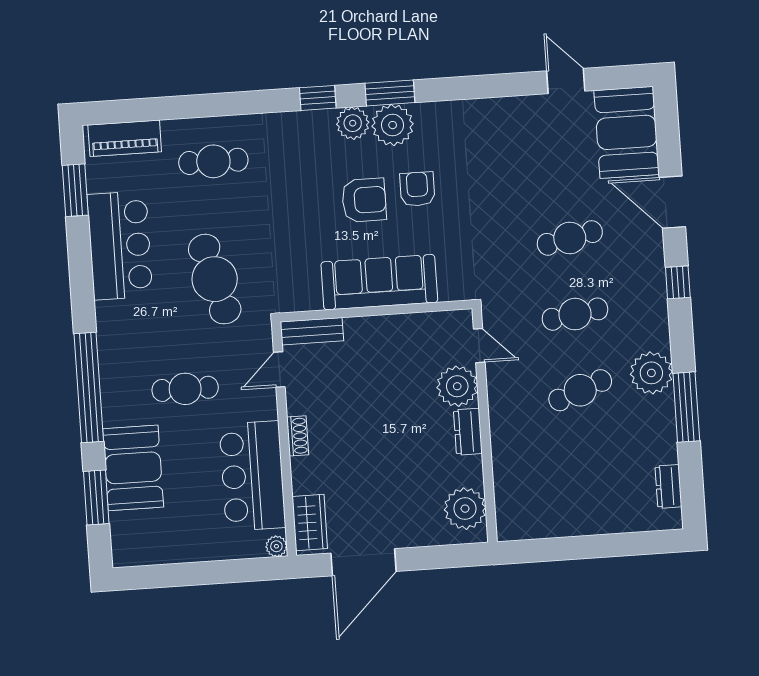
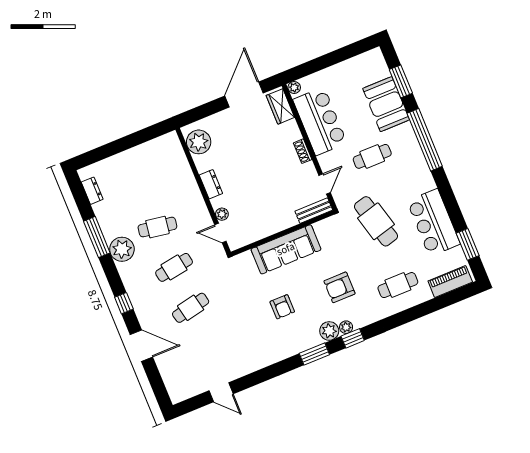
plant: (393, 125) -> (346, 327), moved, width x0.53, depth x0.53
booth: (627, 132) -> (179, 375), removed
armchair: (364, 200) -> (340, 287), moved
plant: (457, 386) -> (222, 214), width x0.53, depth x0.53
cafe table: (580, 390) -> (157, 227), turned 30

